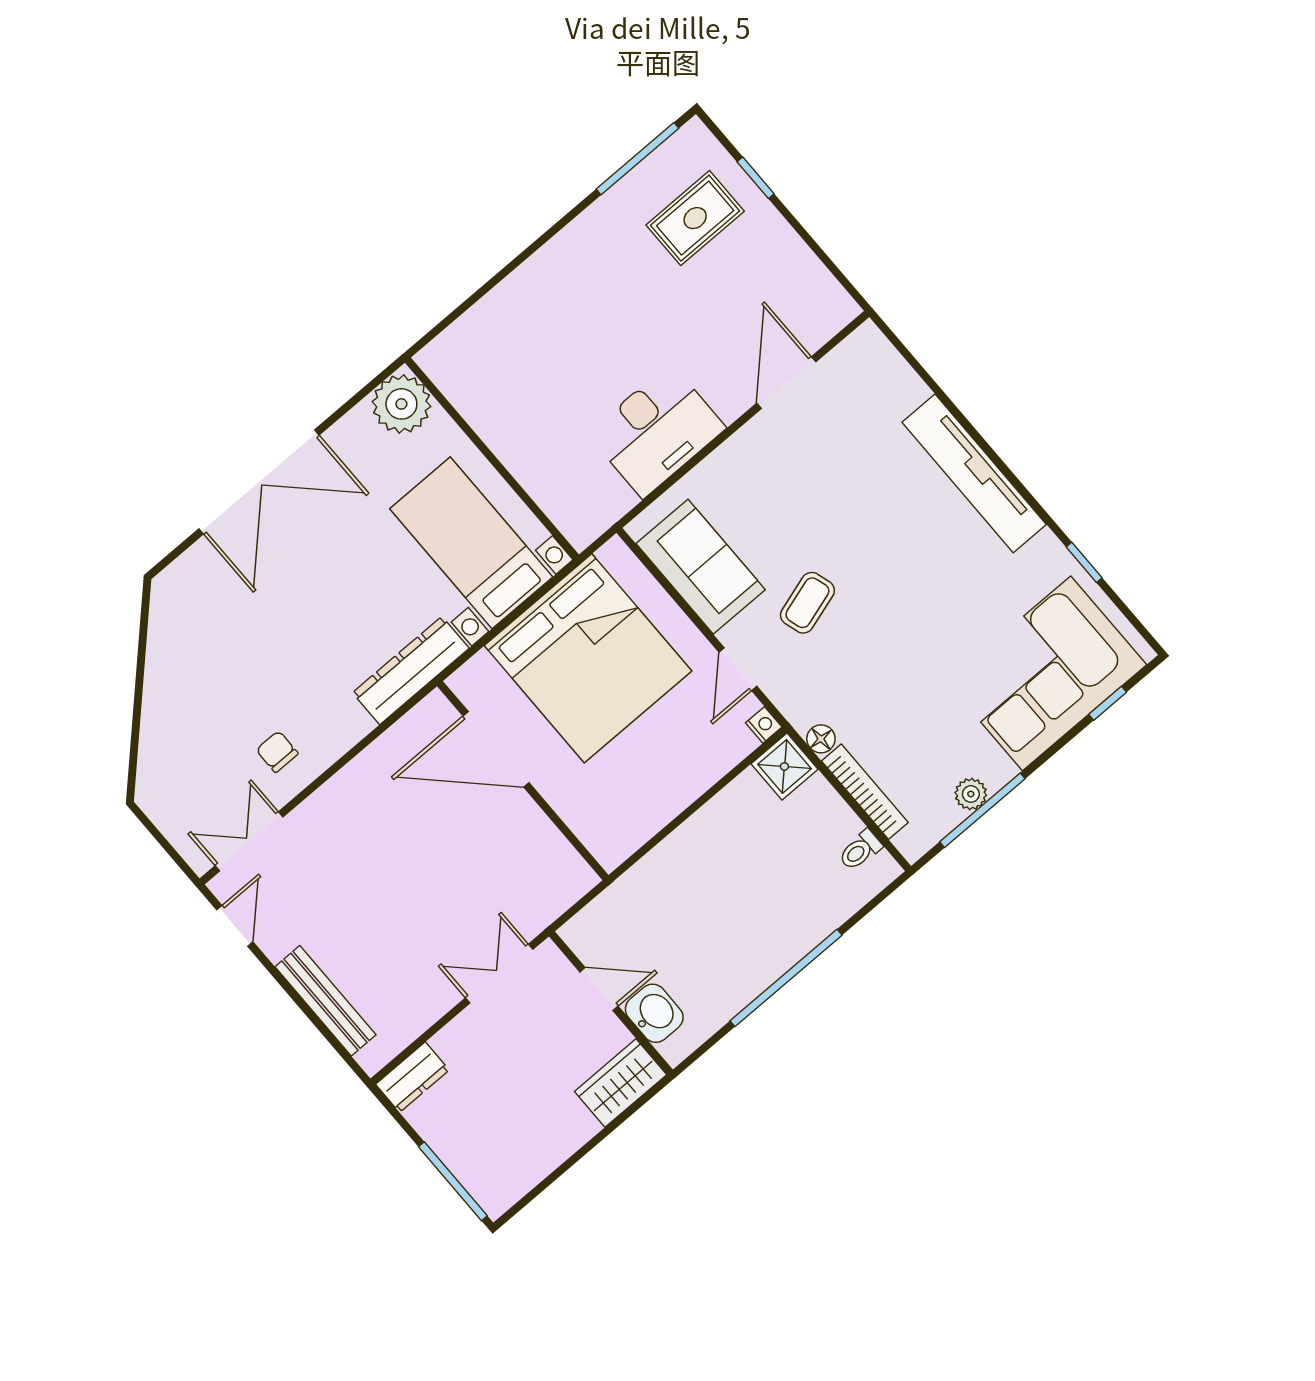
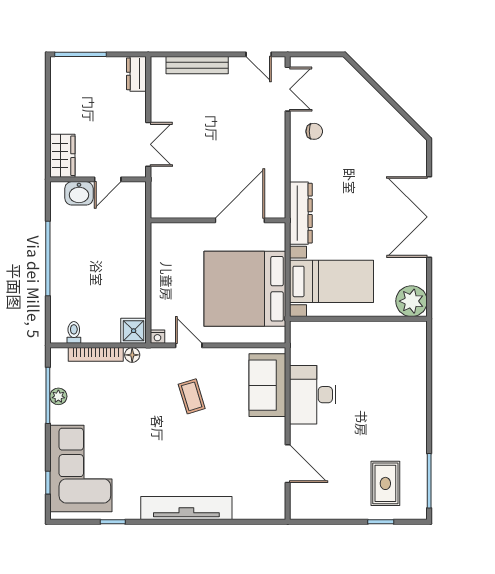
sofa: (701, 567) -> (267, 385), moved, turned 90

